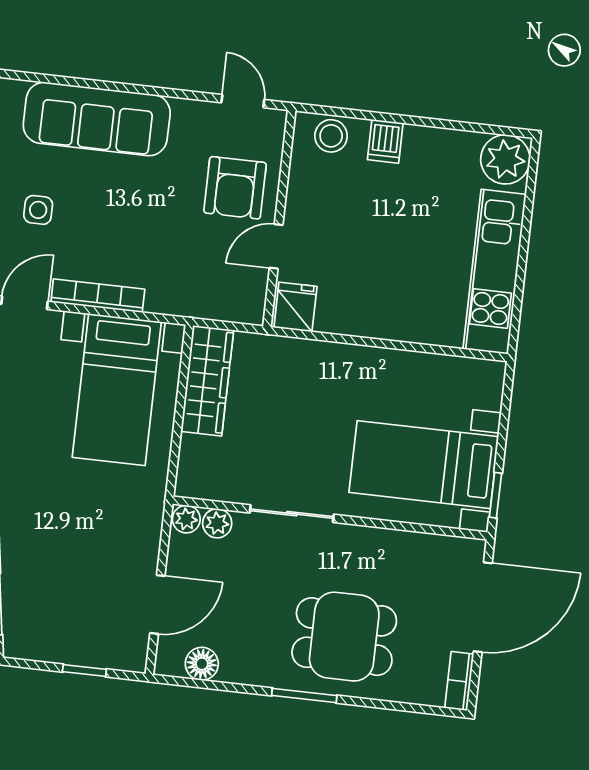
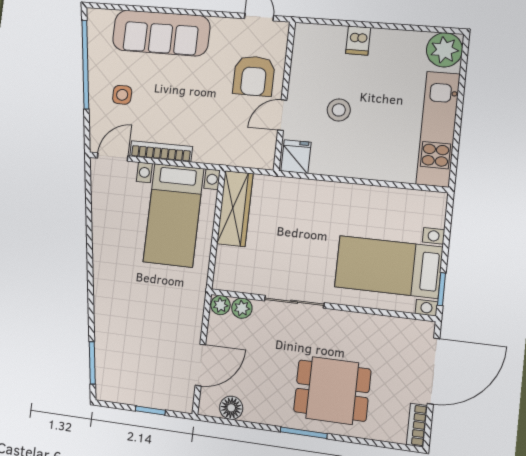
stool: (331, 136) -> (339, 110), moved

